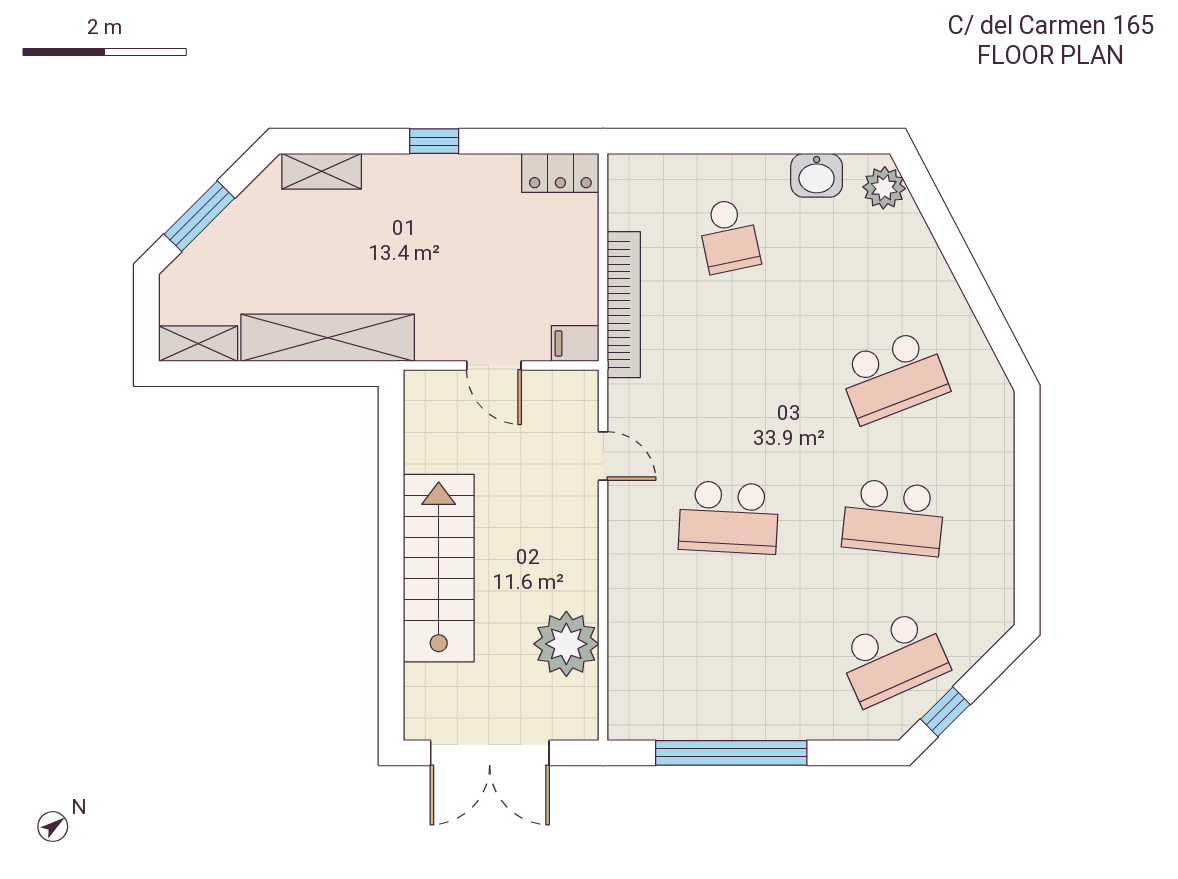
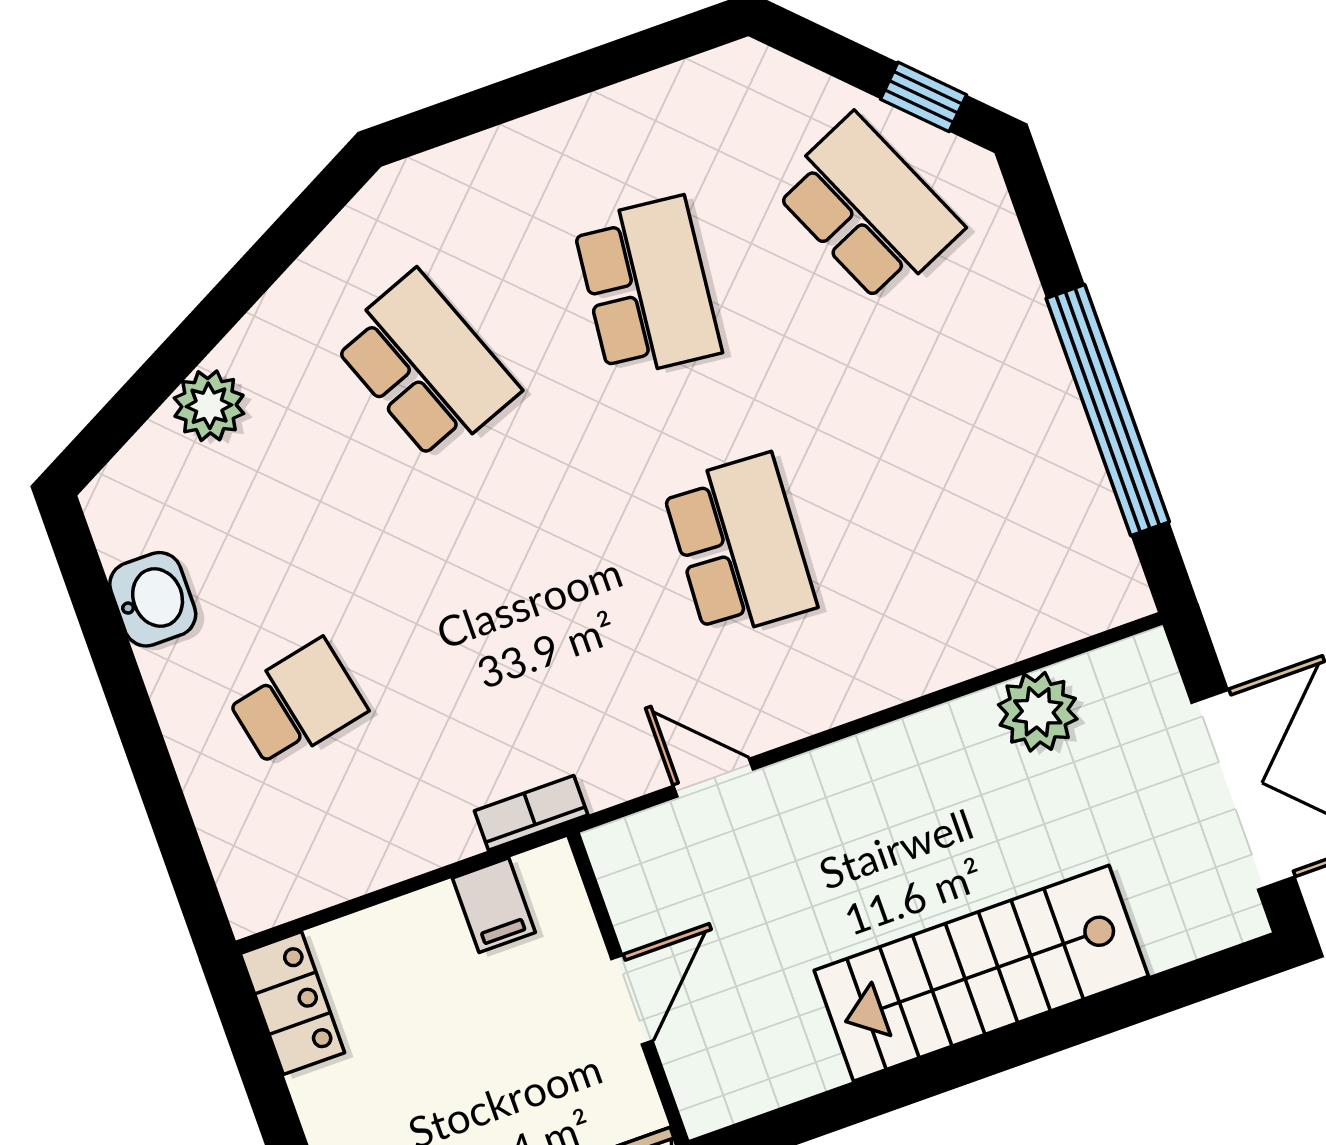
plant: (884, 188) -> (209, 406), moved
bookcase: (624, 305) -> (531, 813), width x0.43, depth x0.76
filing cabinet: (575, 343) -> (494, 905), moved
door: (603, 456) -> (713, 778), hinge flipped
plant: (566, 644) -> (1038, 712), width x0.73, depth x0.73

